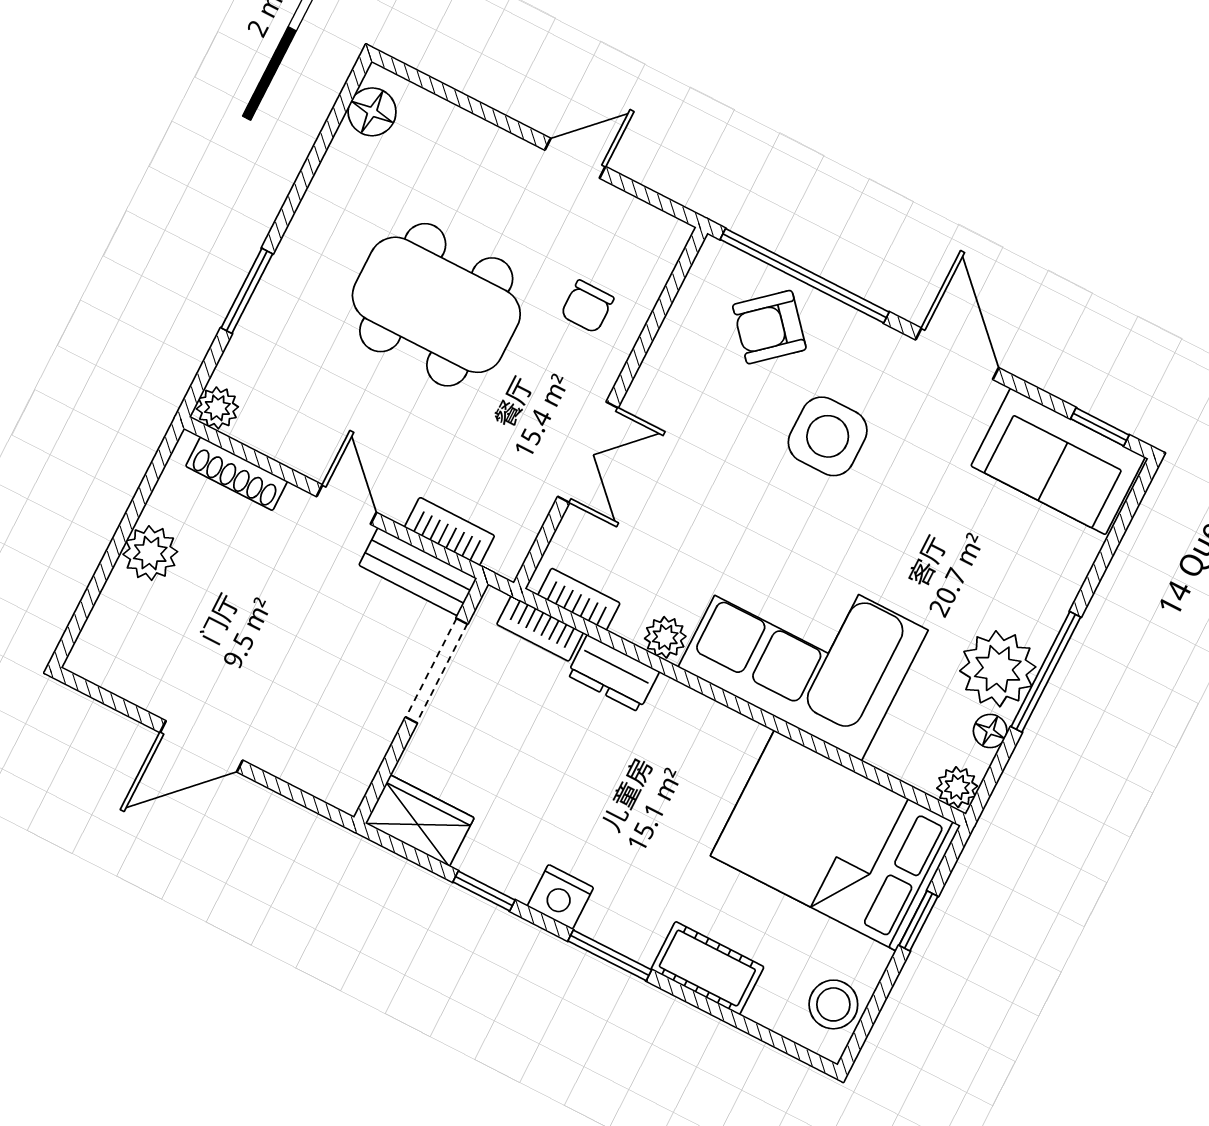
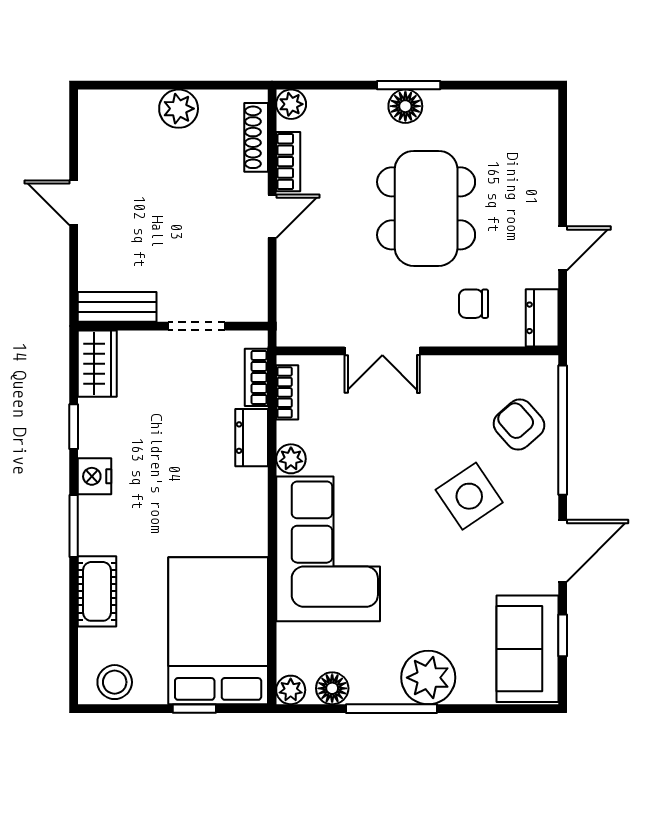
floor lamp: (372, 112) -> (405, 106), moved
door: (575, 158) -> (563, 248), hinge flipped
dresser: (650, 229) -> (542, 318), added
window: (247, 291) -> (409, 85), moved
window: (1100, 427) -> (563, 635), moved
side table: (828, 436) -> (469, 496), turned -34
bookcase: (449, 531) -> (288, 162), moved
bench: (418, 572) -> (117, 307), moved, turned 90
plant: (998, 669) -> (428, 678), moved
doorway: (437, 671) -> (197, 326), width x0.73
floor lamp: (990, 731) -> (332, 688), width x1.37, depth x1.37
door: (201, 746) -> (74, 203), width x0.73

